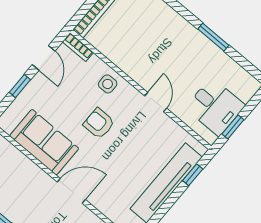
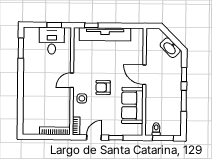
window: (213, 37) -> (21, 48), moved
door: (156, 102) -> (72, 80), moved
armchair: (99, 123) -> (103, 87), turned 90

